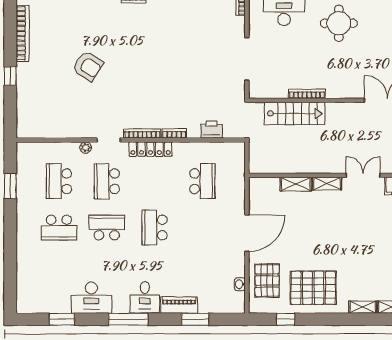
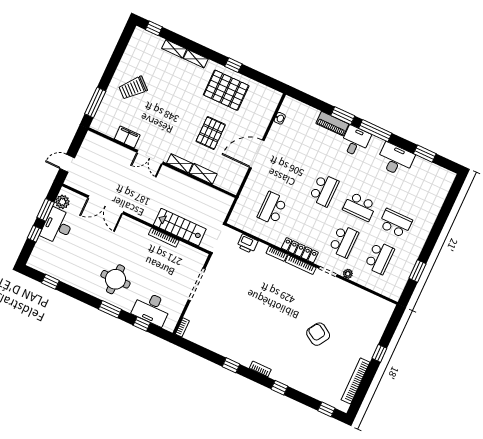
pallet: (267, 281) -> (211, 133), moved
window: (195, 319) -> (343, 116), moved
window: (286, 319) -> (233, 65), moved

